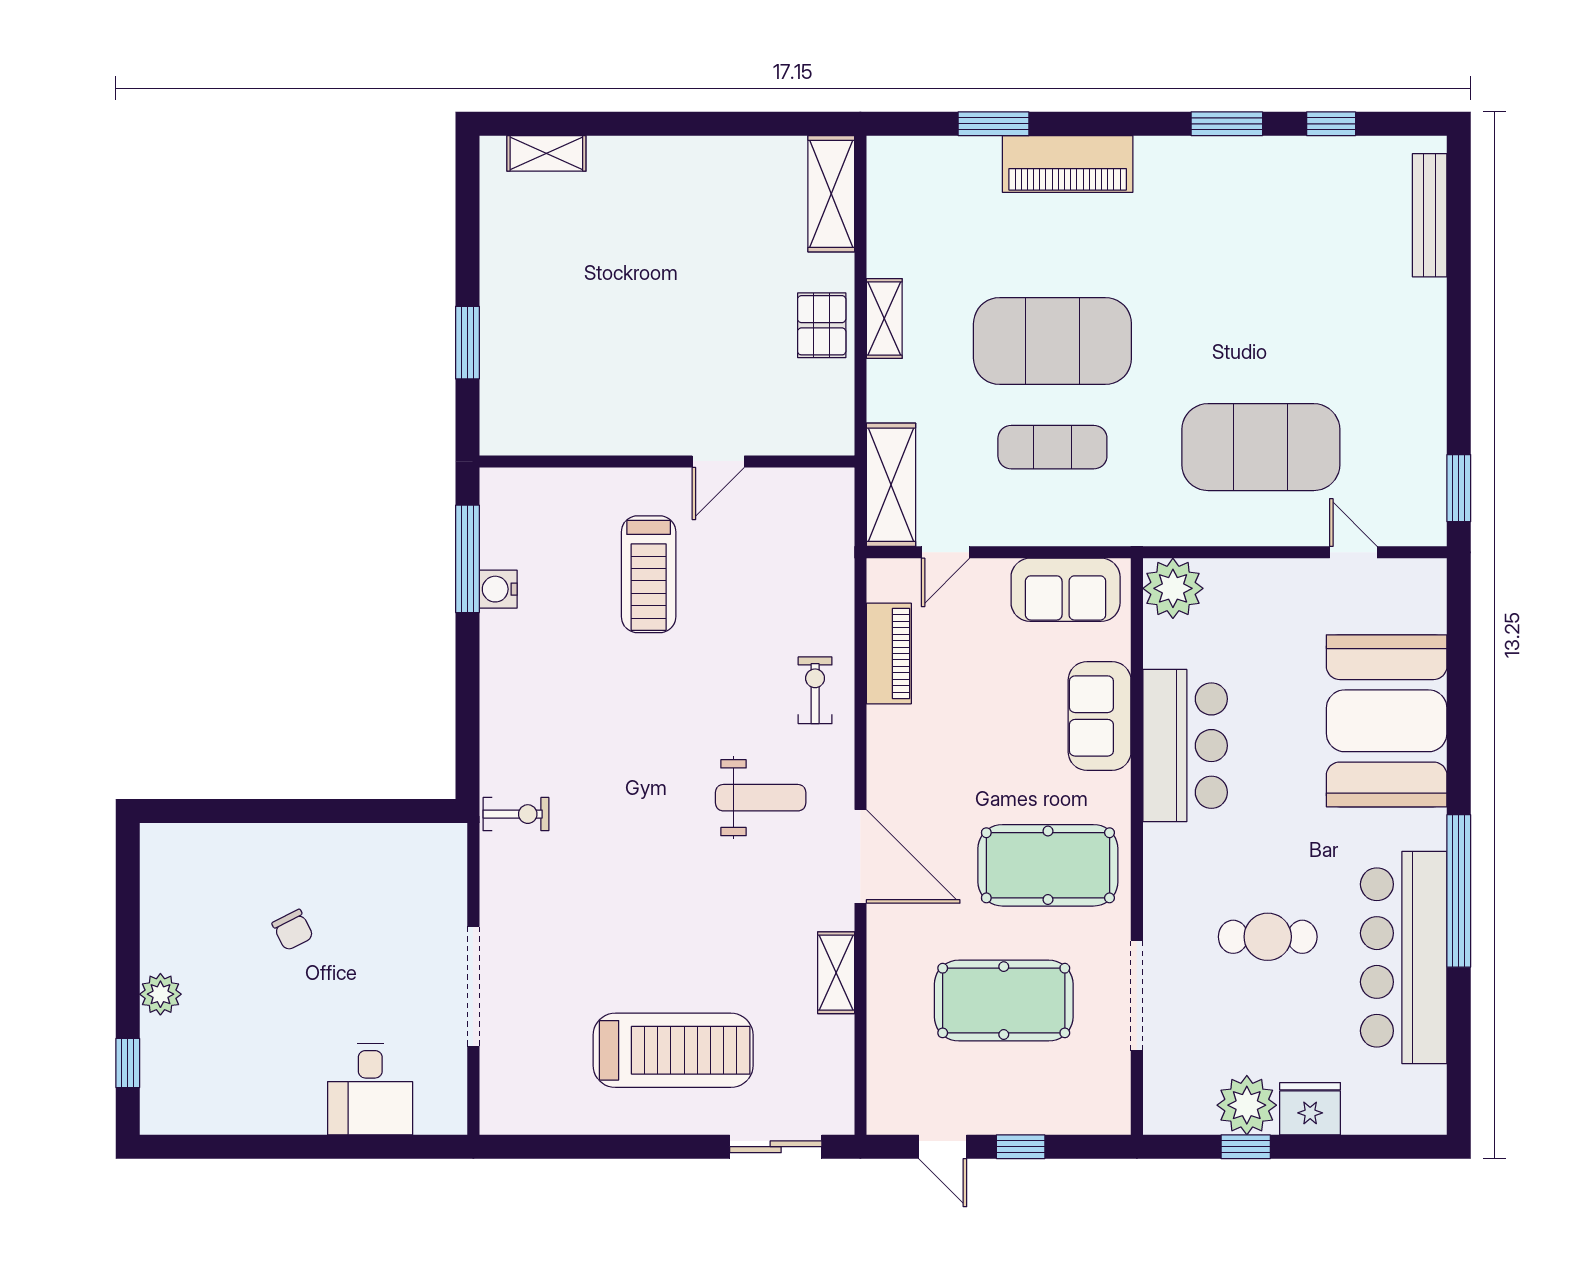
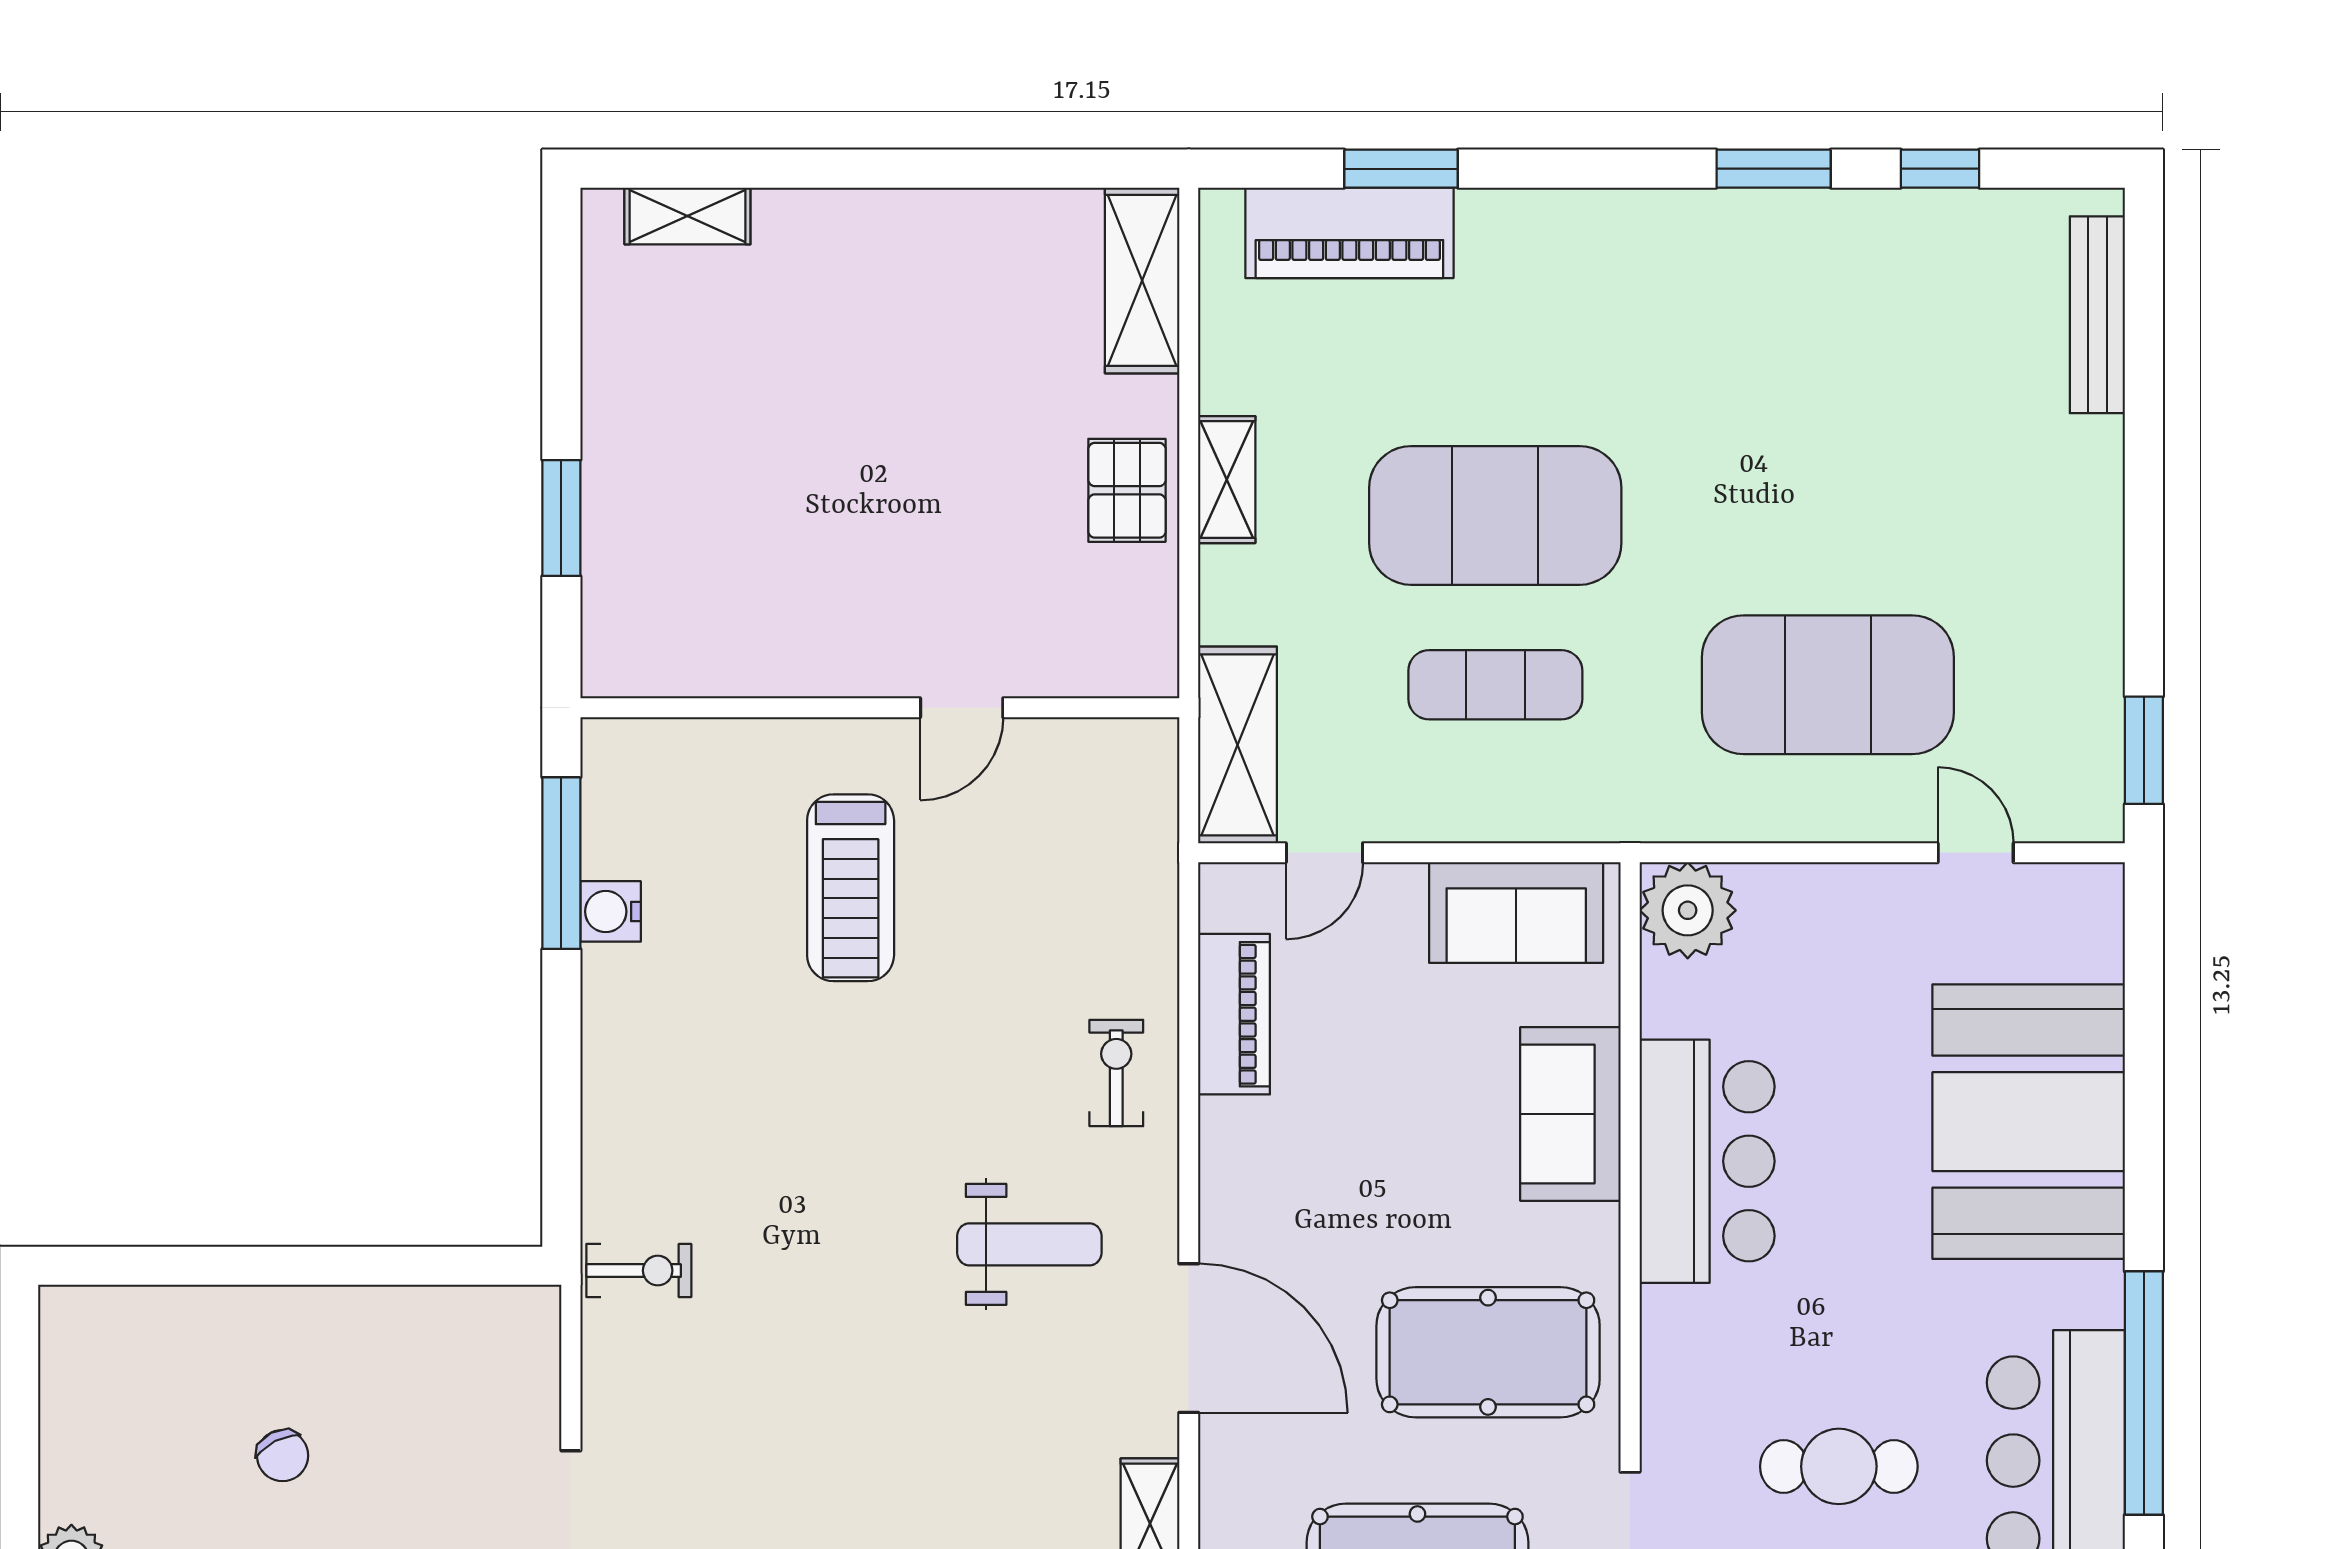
piano: (1068, 164) -> (1349, 233), moved

